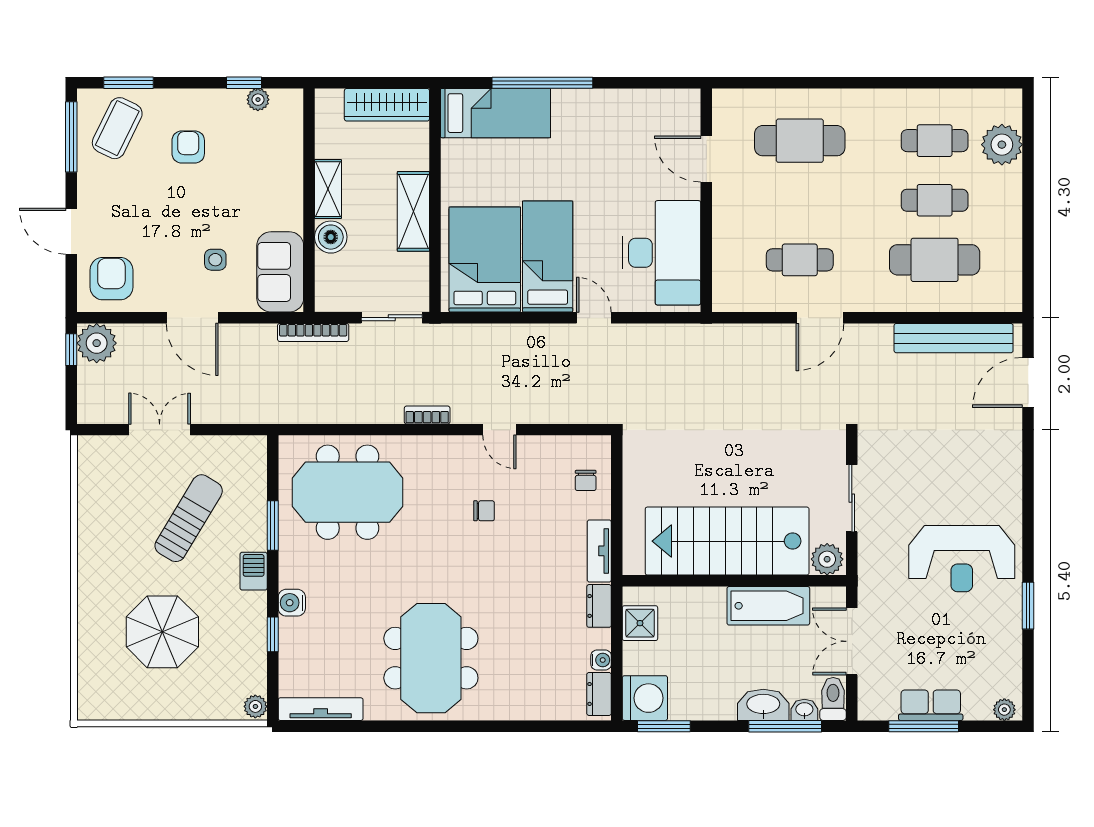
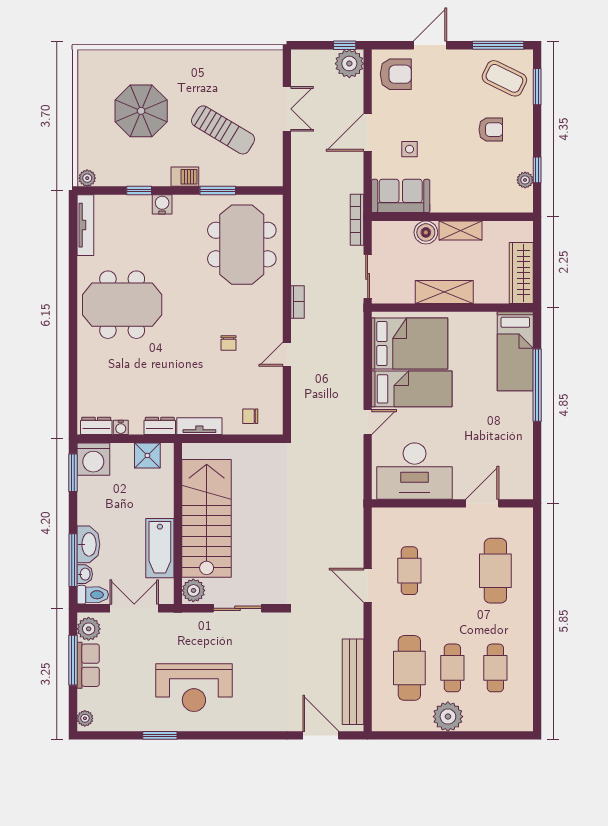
plant: (1002, 145) -> (448, 717), moved
reception desk: (962, 559) -> (194, 688), turned -90
plant: (880, 704) -> (89, 629), added

